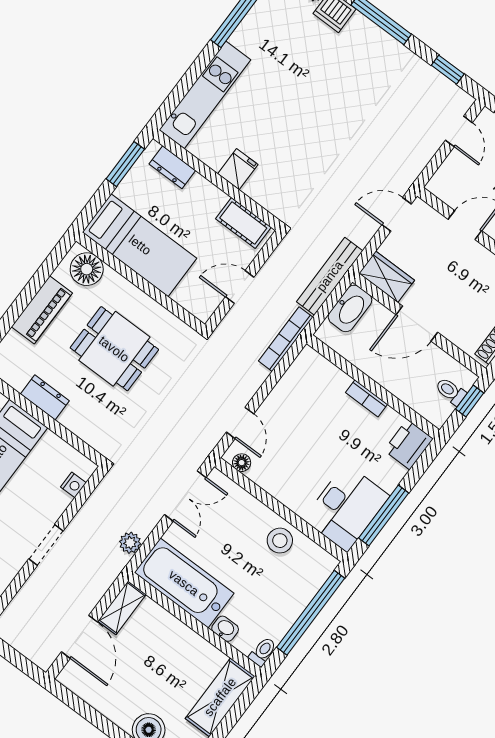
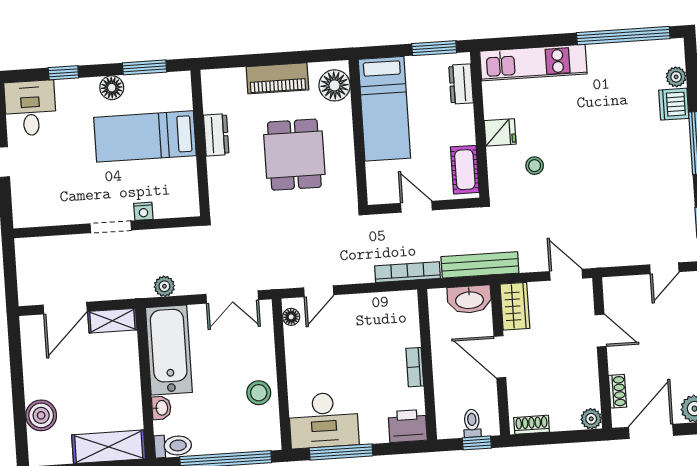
stool: (288, 165) -> (535, 166), added
nightstand: (73, 485) -> (143, 211), moved
toilet: (263, 652) -> (173, 446), width x1.37, depth x1.39

